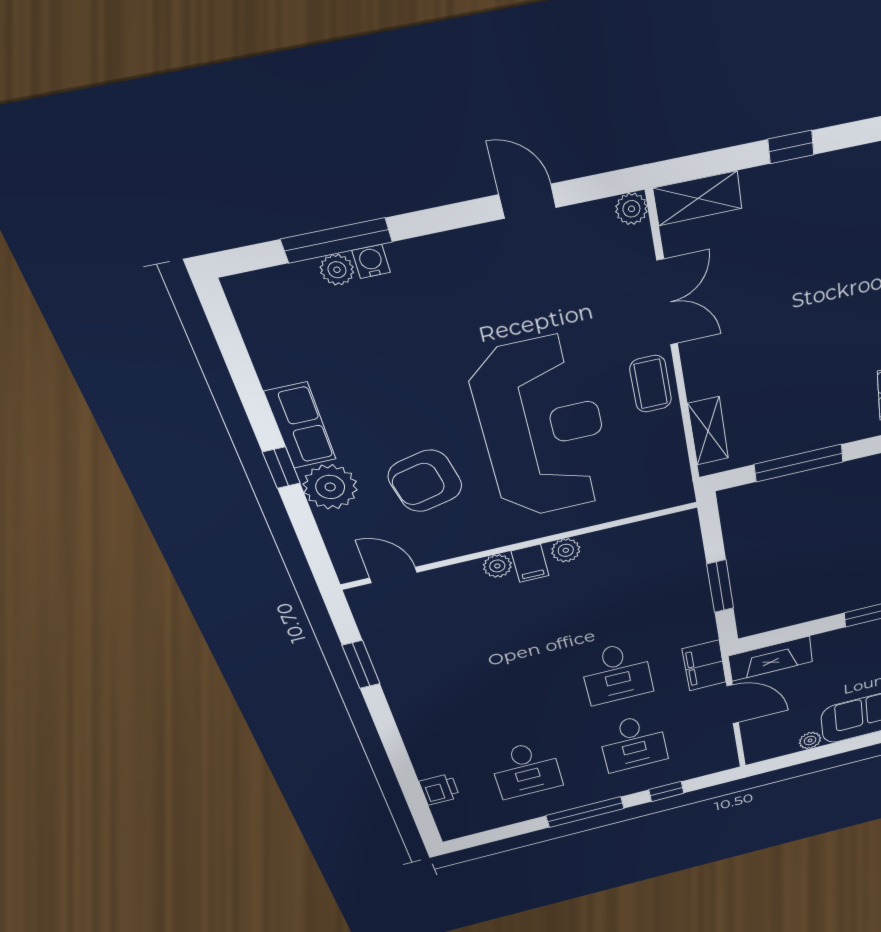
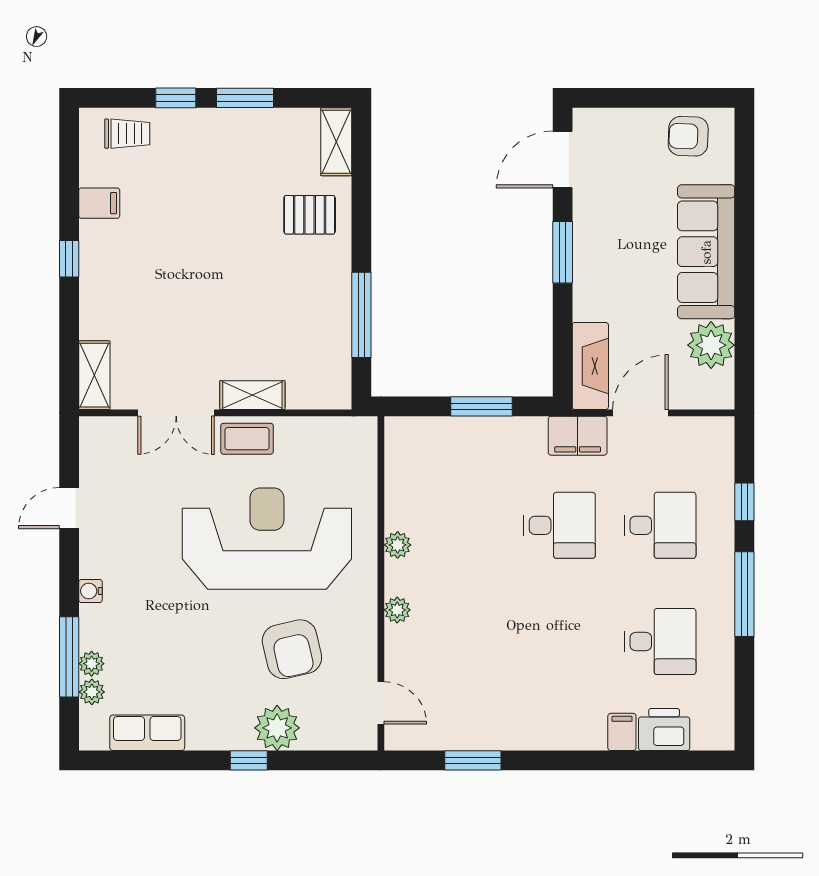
window: (791, 147) -> (69, 259), moved
plant: (631, 209) -> (92, 692), moved
water cooler: (371, 261) -> (91, 591), moved
double door: (667, 303) -> (176, 413), swing flipped
row of seats: (301, 426) -> (147, 733), moved
shelving: (708, 431) -> (252, 395), moved
filing cabinet: (530, 563) -> (622, 732), moved, turned -90
door: (393, 575) -> (381, 703), swing flipped
plant: (810, 740) -> (711, 345), width x1.87, depth x1.87
printer: (439, 789) -> (664, 729), width x1.36, depth x1.24

